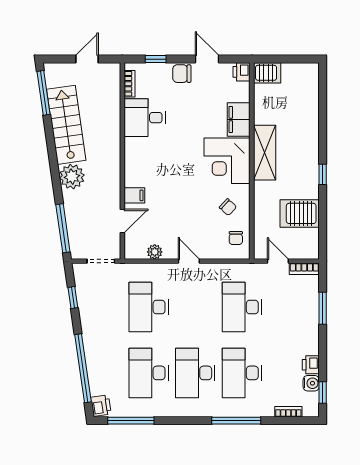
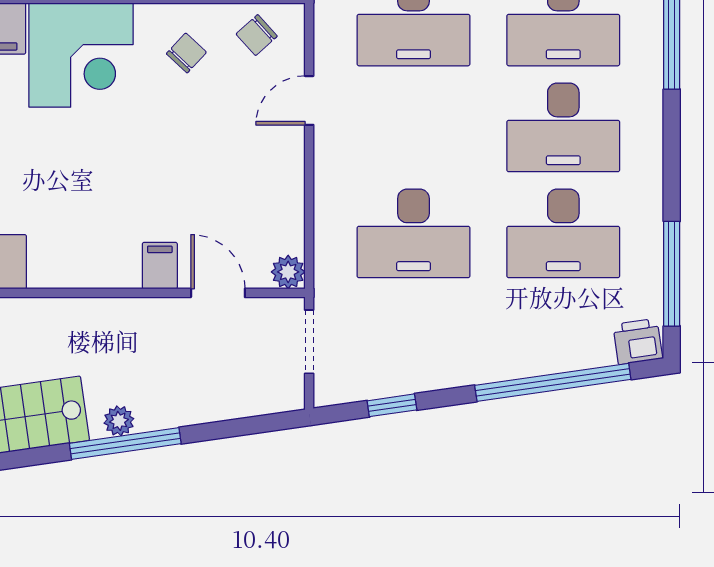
plant: (72, 177) -> (119, 421), width x0.53, depth x0.53
window: (63, 228) -> (125, 443), moved
chair: (236, 238) -> (257, 35), turned 138
plant: (155, 252) -> (288, 272), moved
door: (189, 261) -> (309, 100), moved

